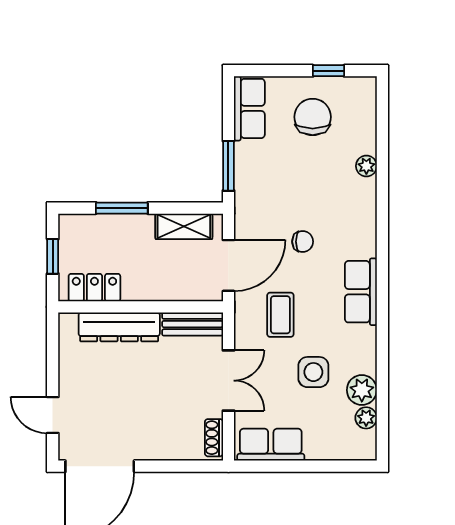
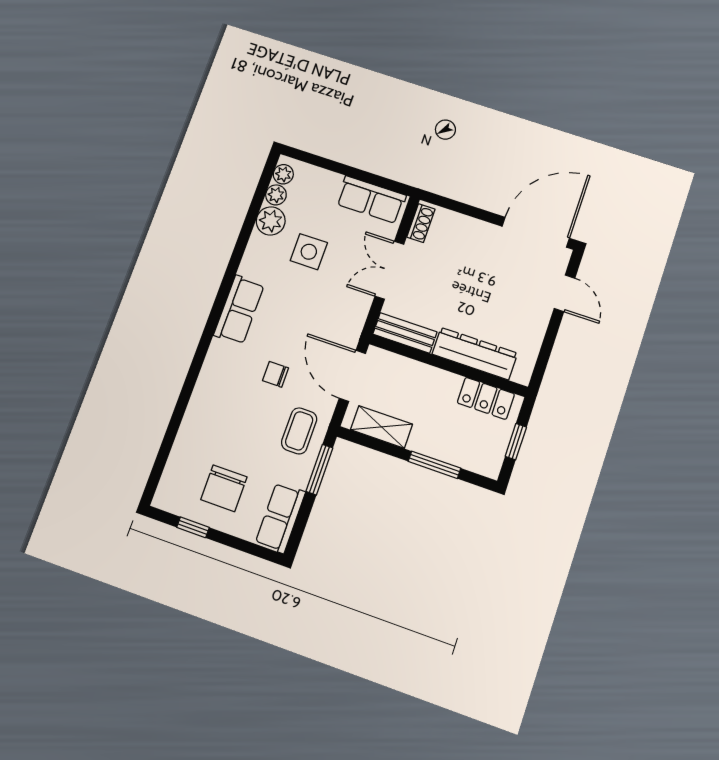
plant: (366, 166) -> (283, 174), moved
door: (228, 265) -> (352, 376), hinge flipped
coffee table: (280, 315) -> (299, 431), moved

